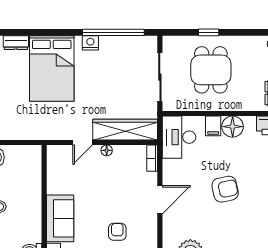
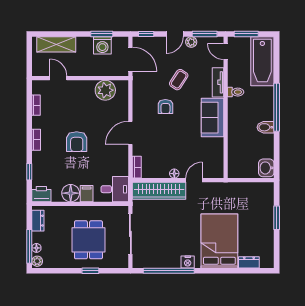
desk: (179, 137) -> (115, 189), width x0.73
armchair: (225, 189) -> (77, 142), turned -78

